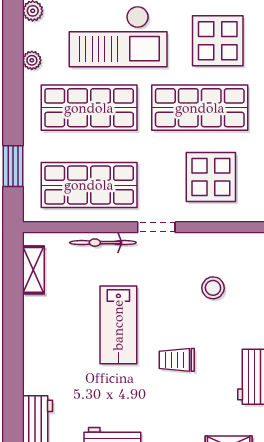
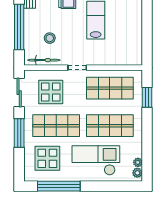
plant: (32, 60) -> (138, 162), moved
bicycle: (103, 243) -> (44, 60), moved
shelving: (33, 270) -> (137, 47), removed

